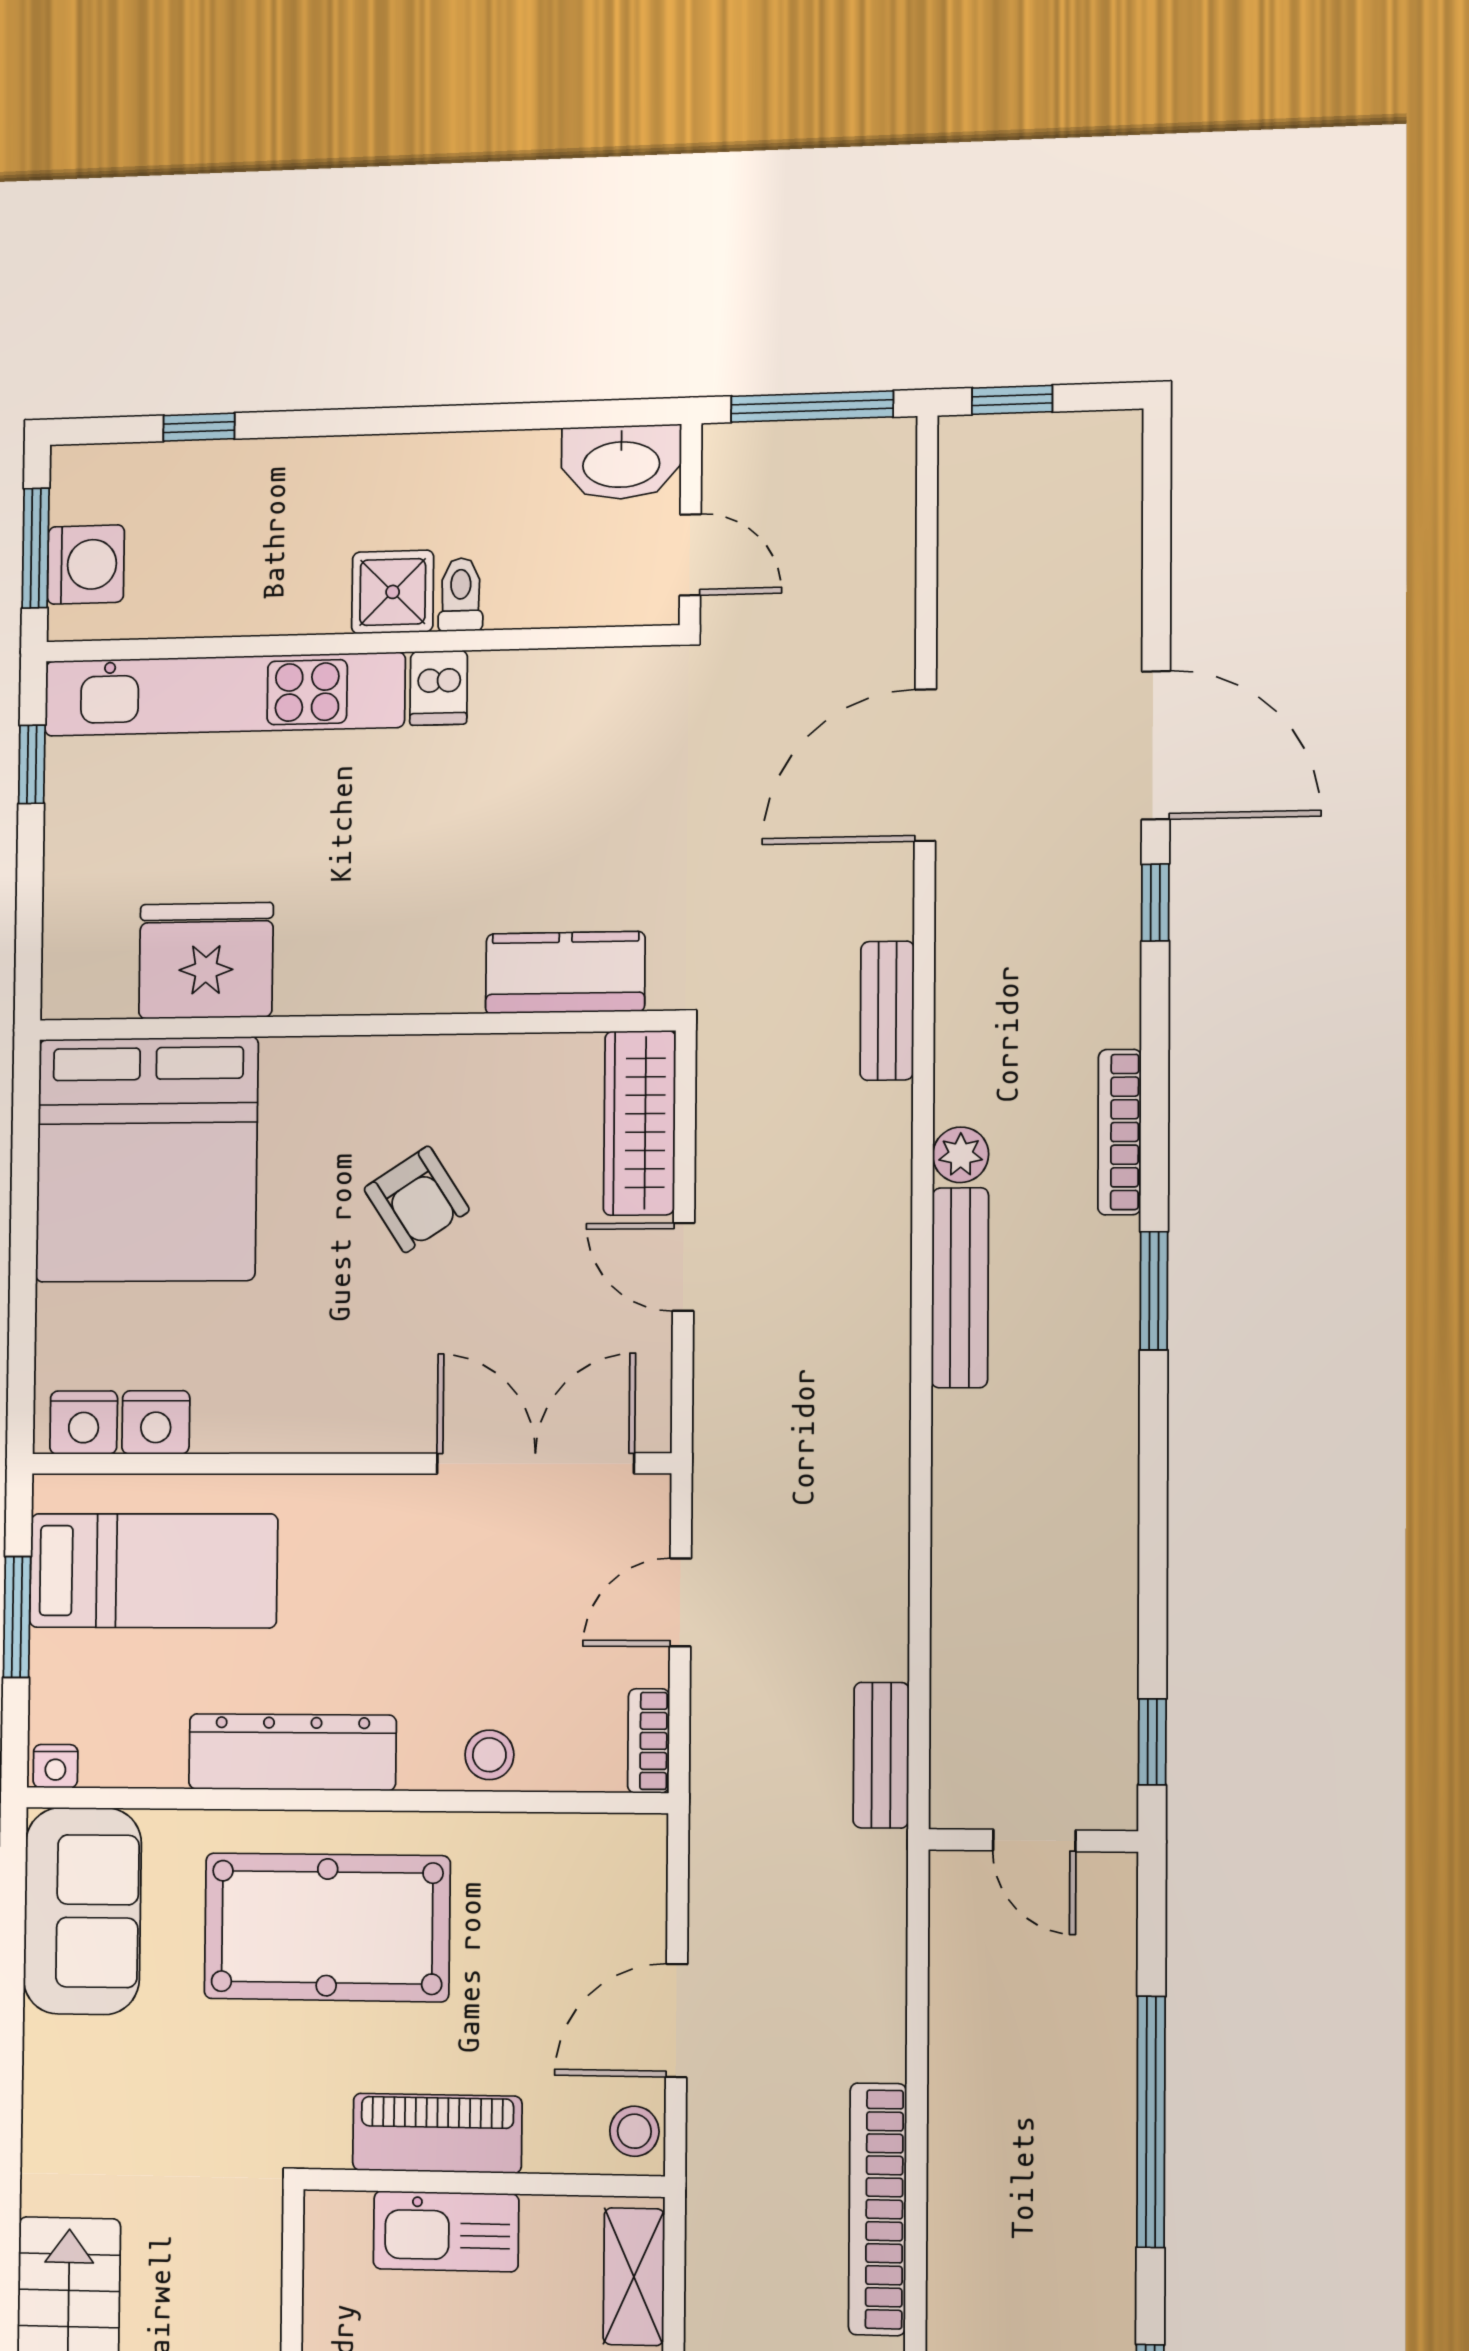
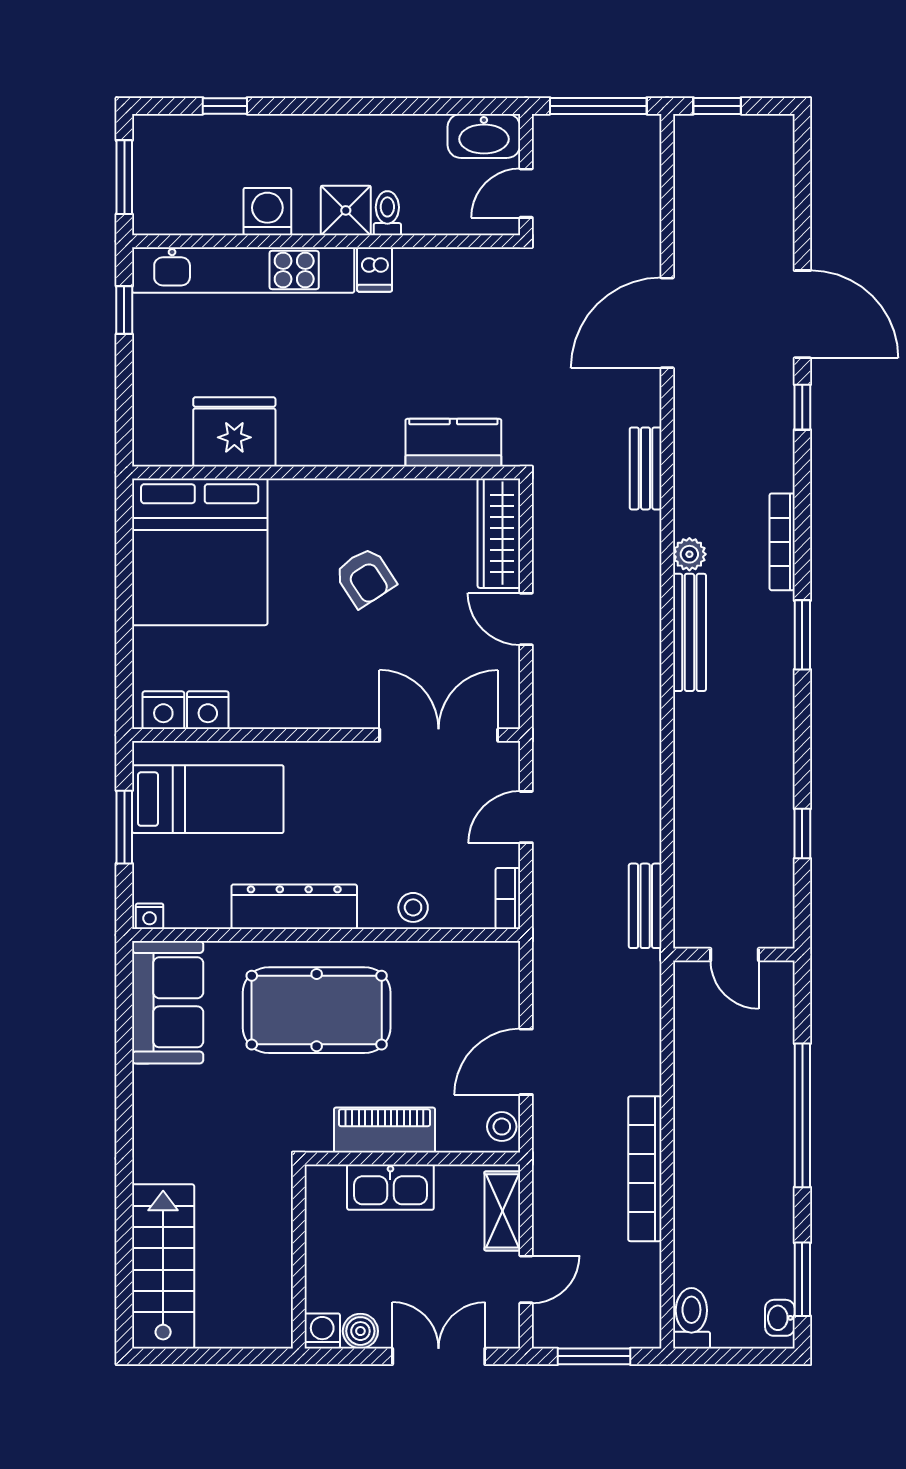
door: (690, 555) -> (526, 193), swing flipped
washing machine: (86, 565) -> (267, 212), moved, turned -90
window: (1152, 1742) -> (802, 834), moved

